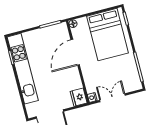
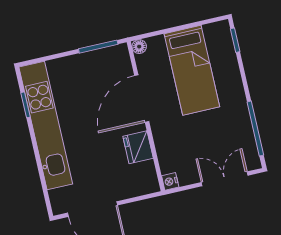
bed: (107, 35) -> (192, 70), width x0.67
fridge: (79, 97) -> (138, 147), moved
double door: (112, 98) -> (225, 179), moved

